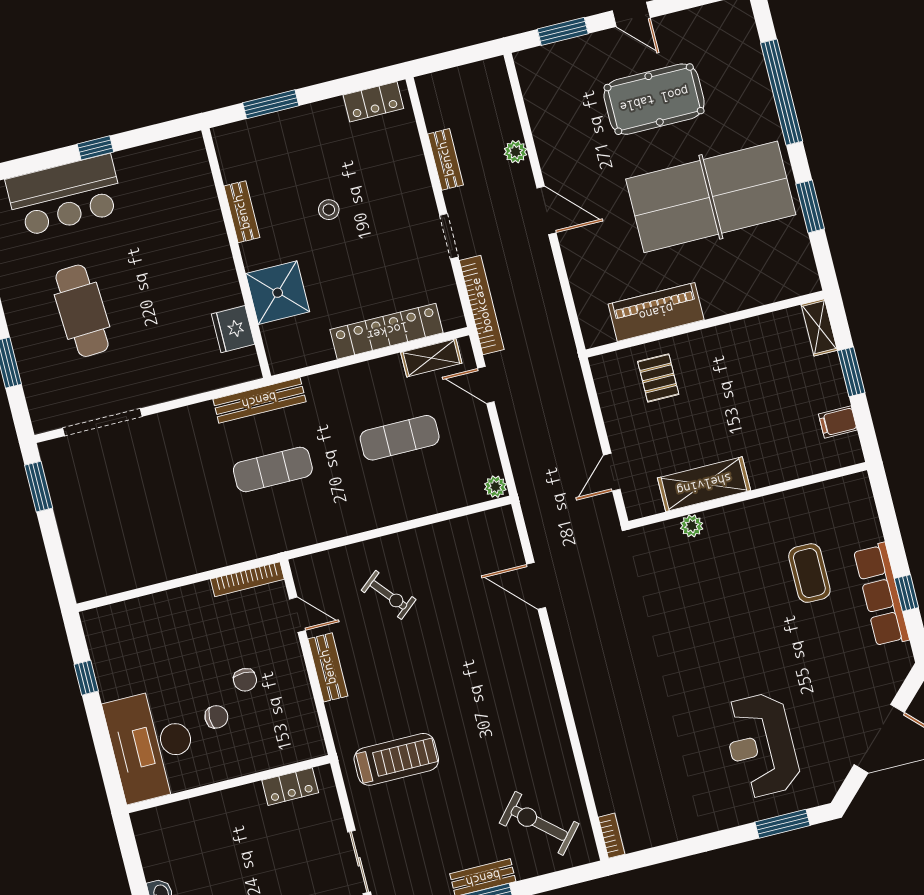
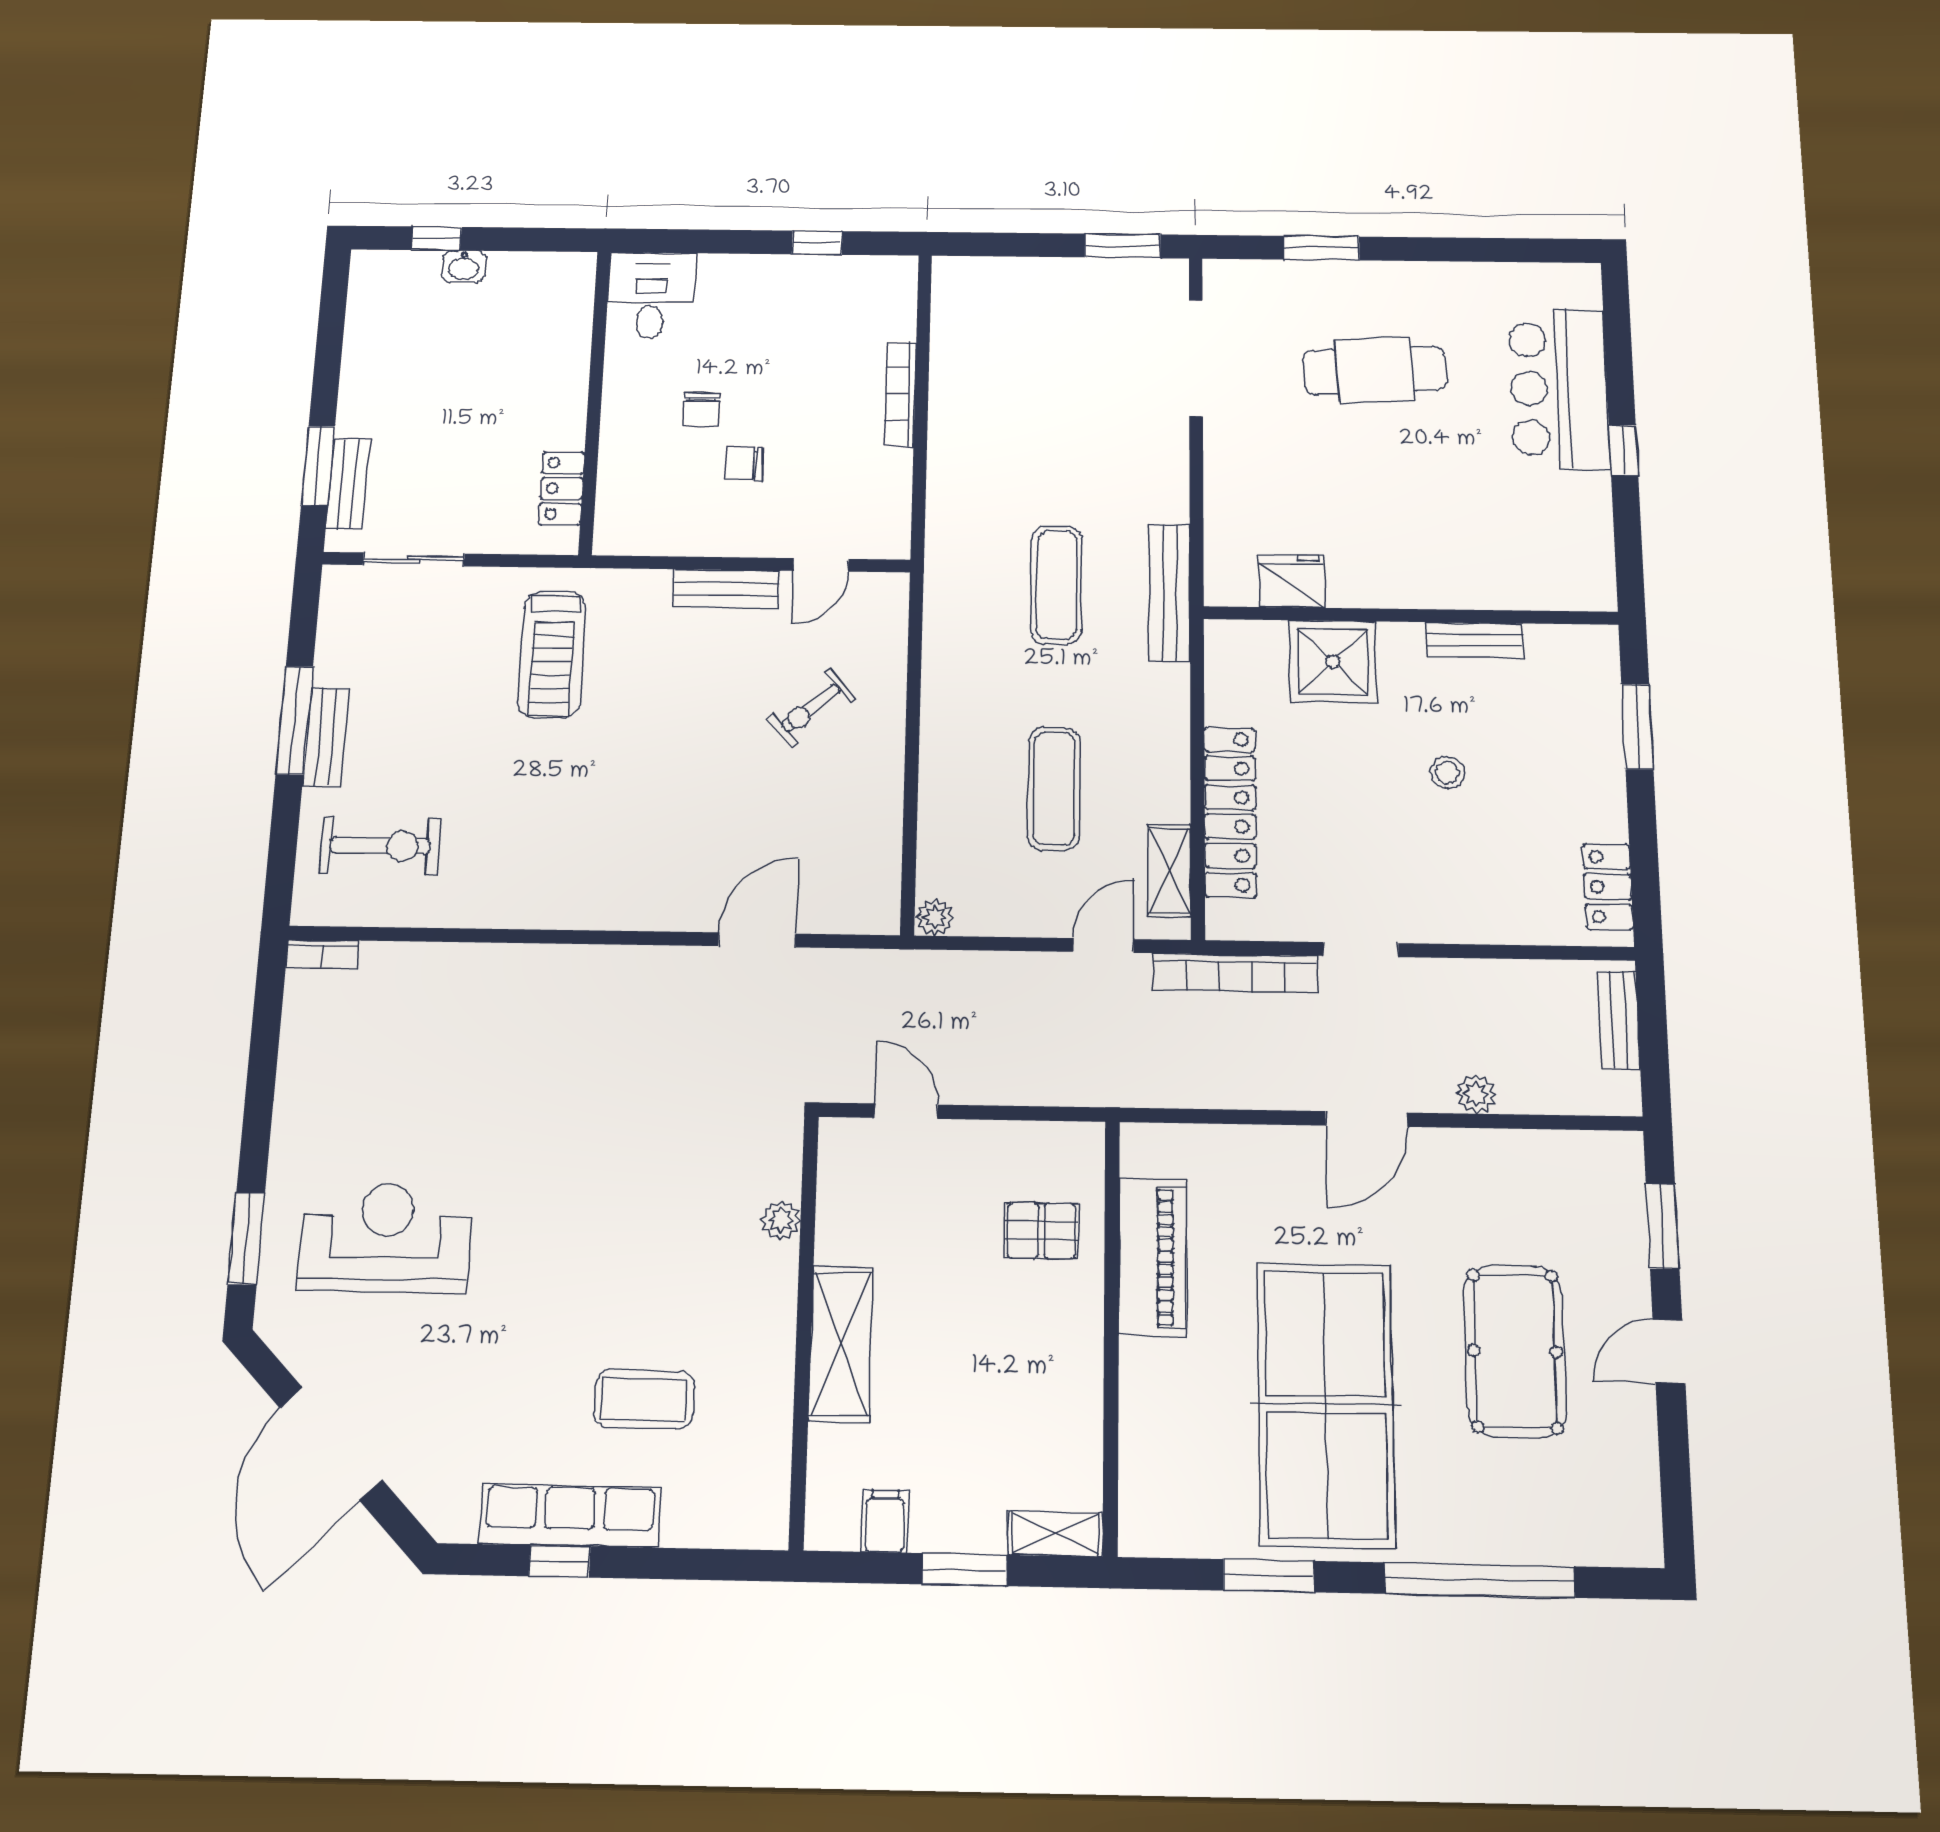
bench: (446, 159) -> (1619, 1020), moved, turned 90
shelving: (704, 484) -> (841, 1344), moved
bookcase: (247, 579) -> (900, 394), moved
desk: (152, 745) -> (651, 295), width x0.53, depth x0.77
exercise bike: (539, 823) -> (380, 846), turned 49

